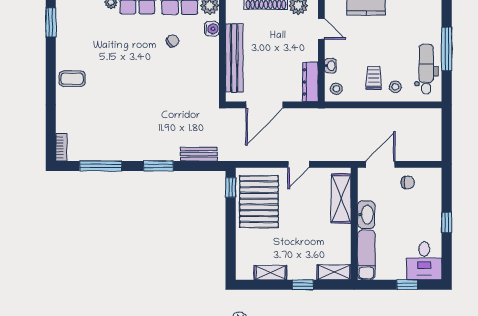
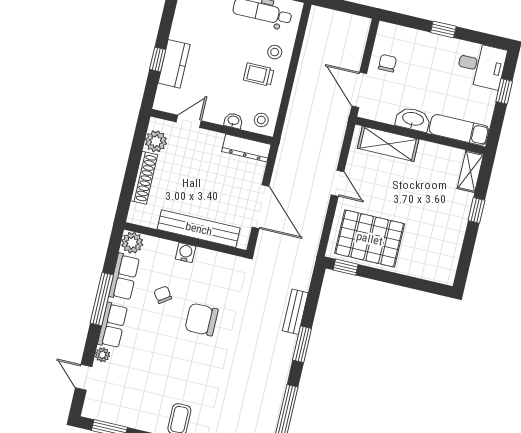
water cooler: (212, 29) -> (186, 253), moved
chair: (159, 78) -> (202, 320), added
bench: (199, 154) -> (295, 312), moved
shelving: (270, 273) -> (454, 244), removed

